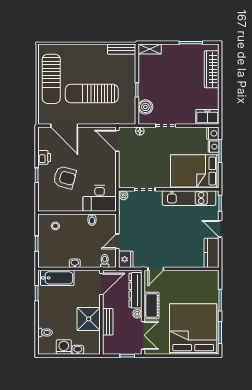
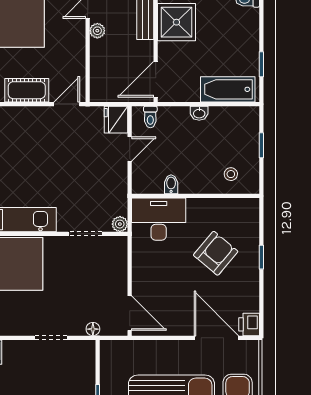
boiler: (145, 107) -> (84, 368), removed
printer: (44, 157) -> (249, 324), moved
armchair: (65, 177) -> (216, 253), turned 115
dresser: (135, 290) -> (100, 69), removed
cot: (152, 305) -> (27, 90), moved, turned 90

